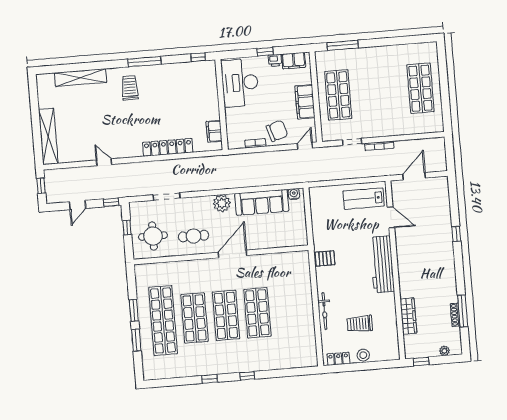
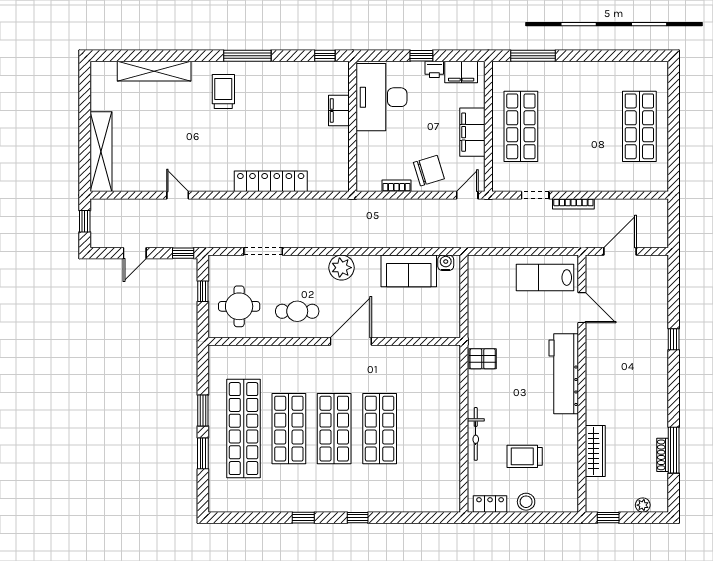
filing cabinet: (214, 131) -> (339, 110), moved
sofa: (262, 202) -> (409, 271), width x0.73

